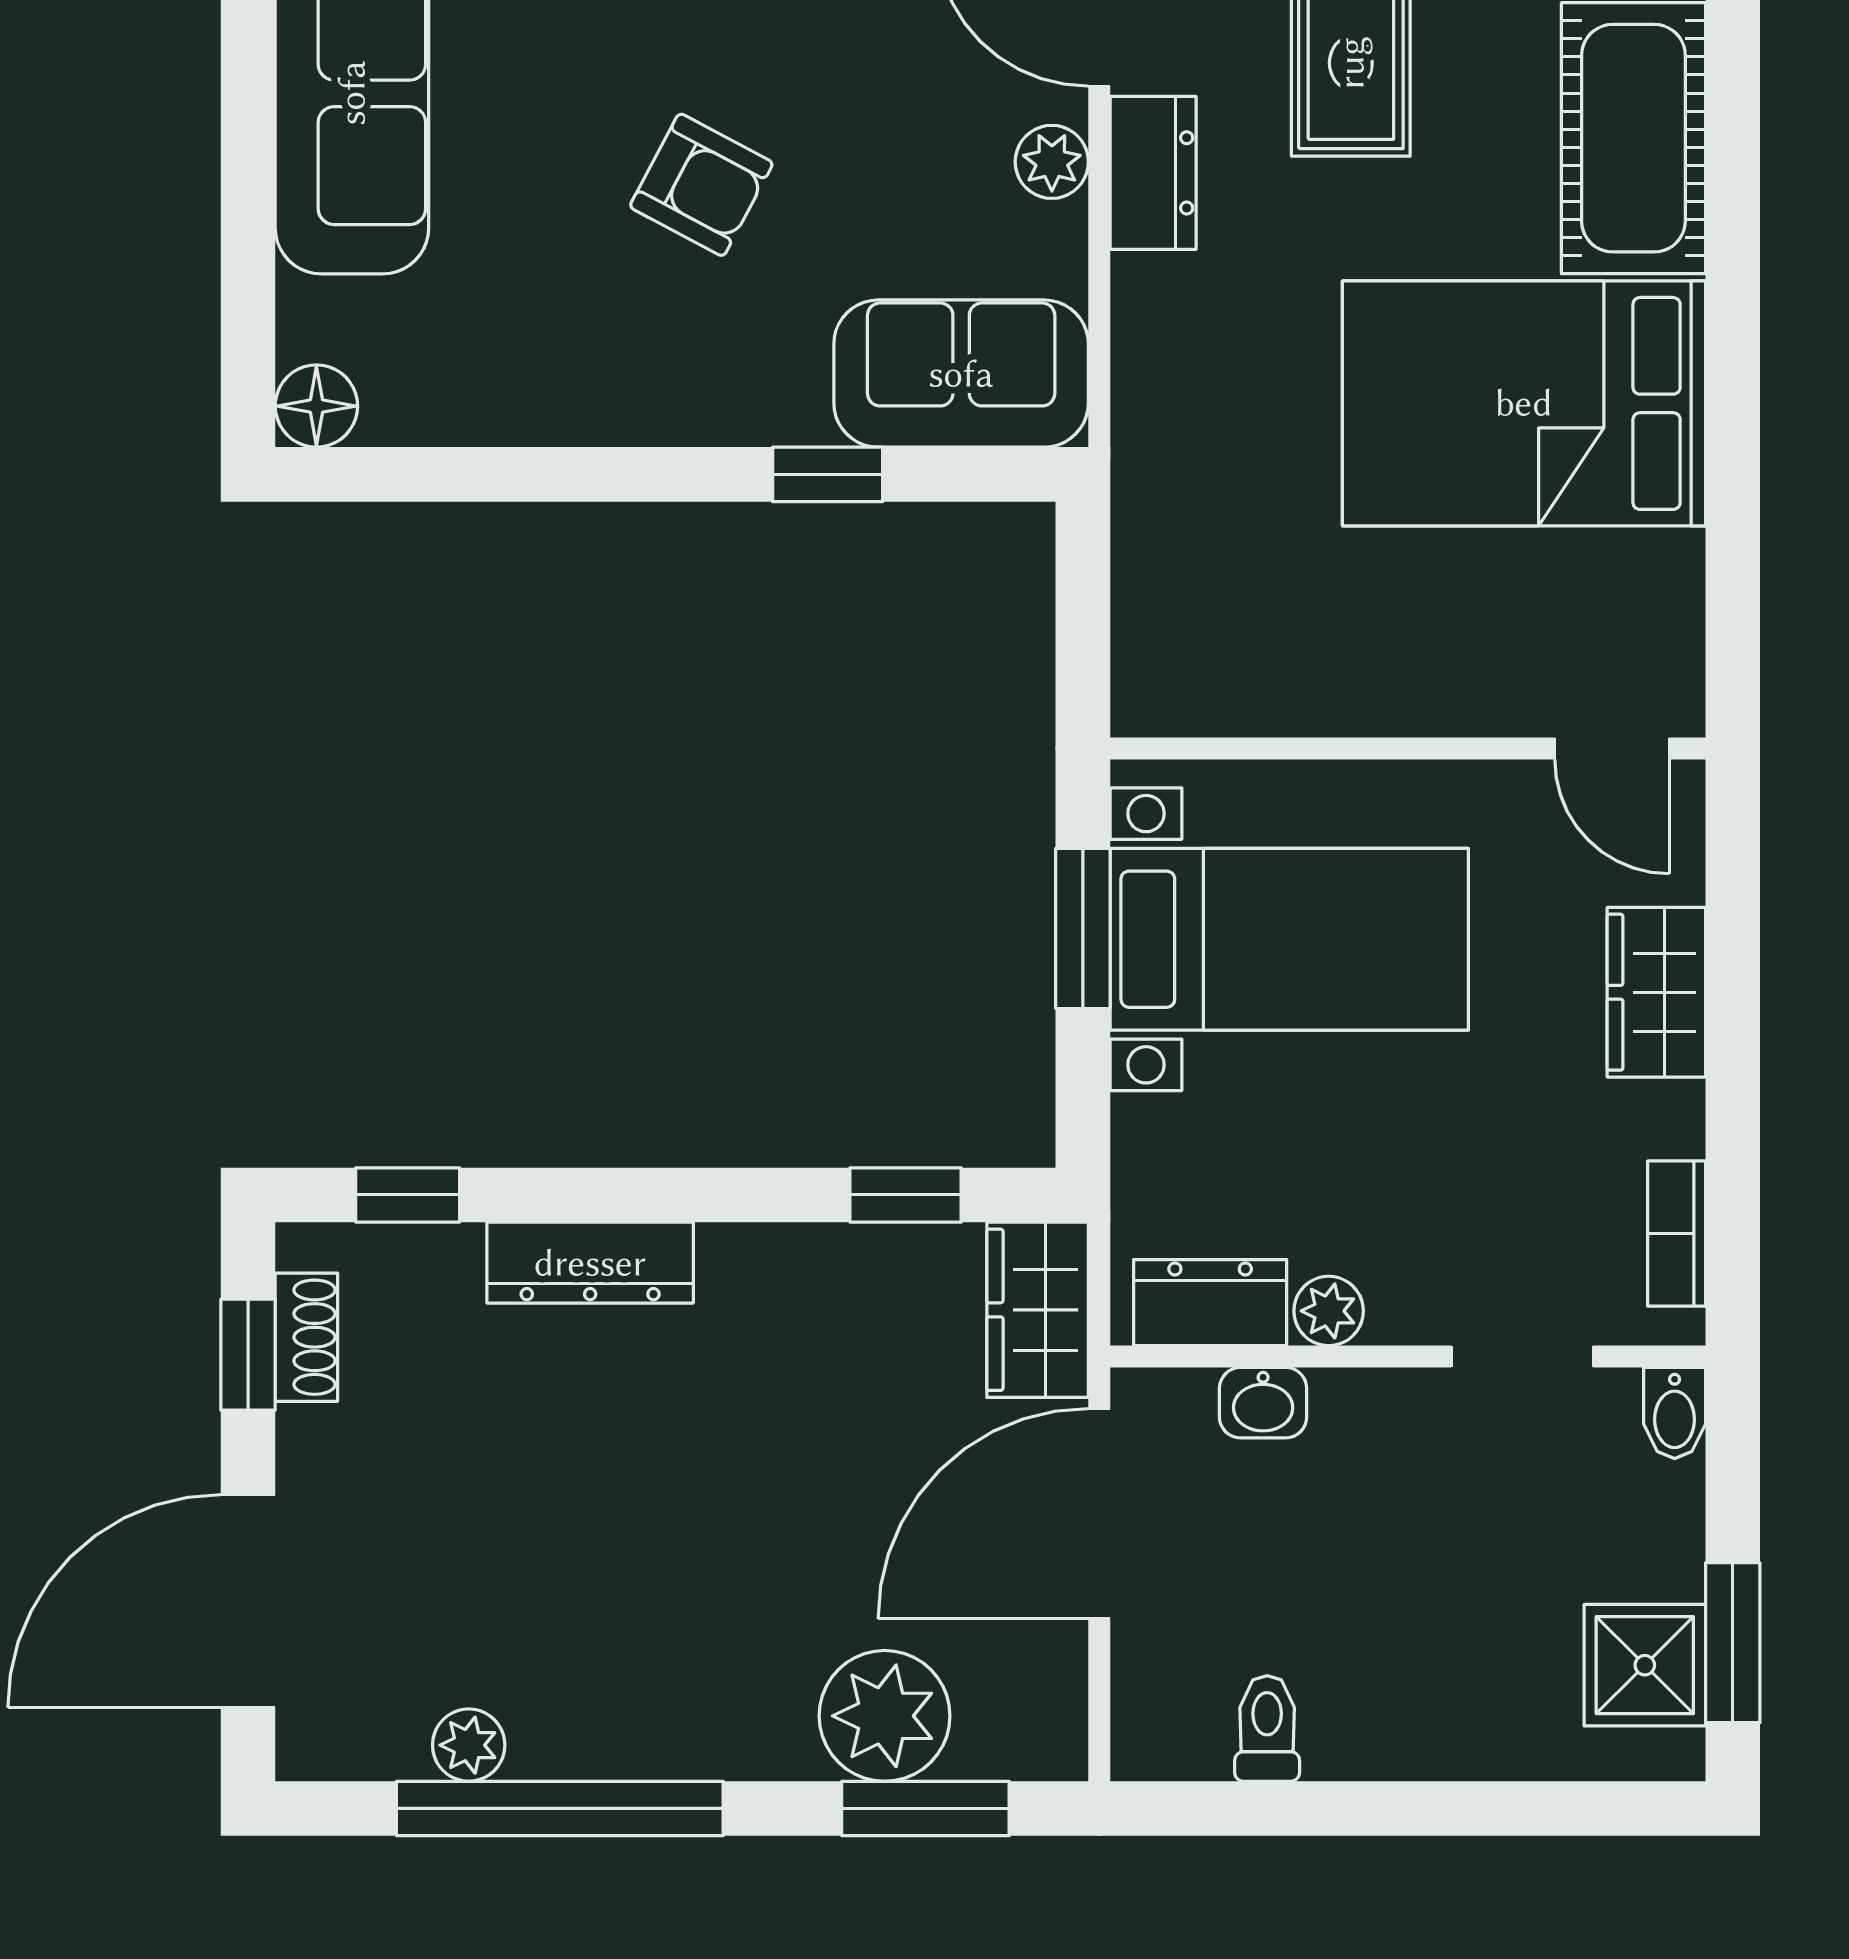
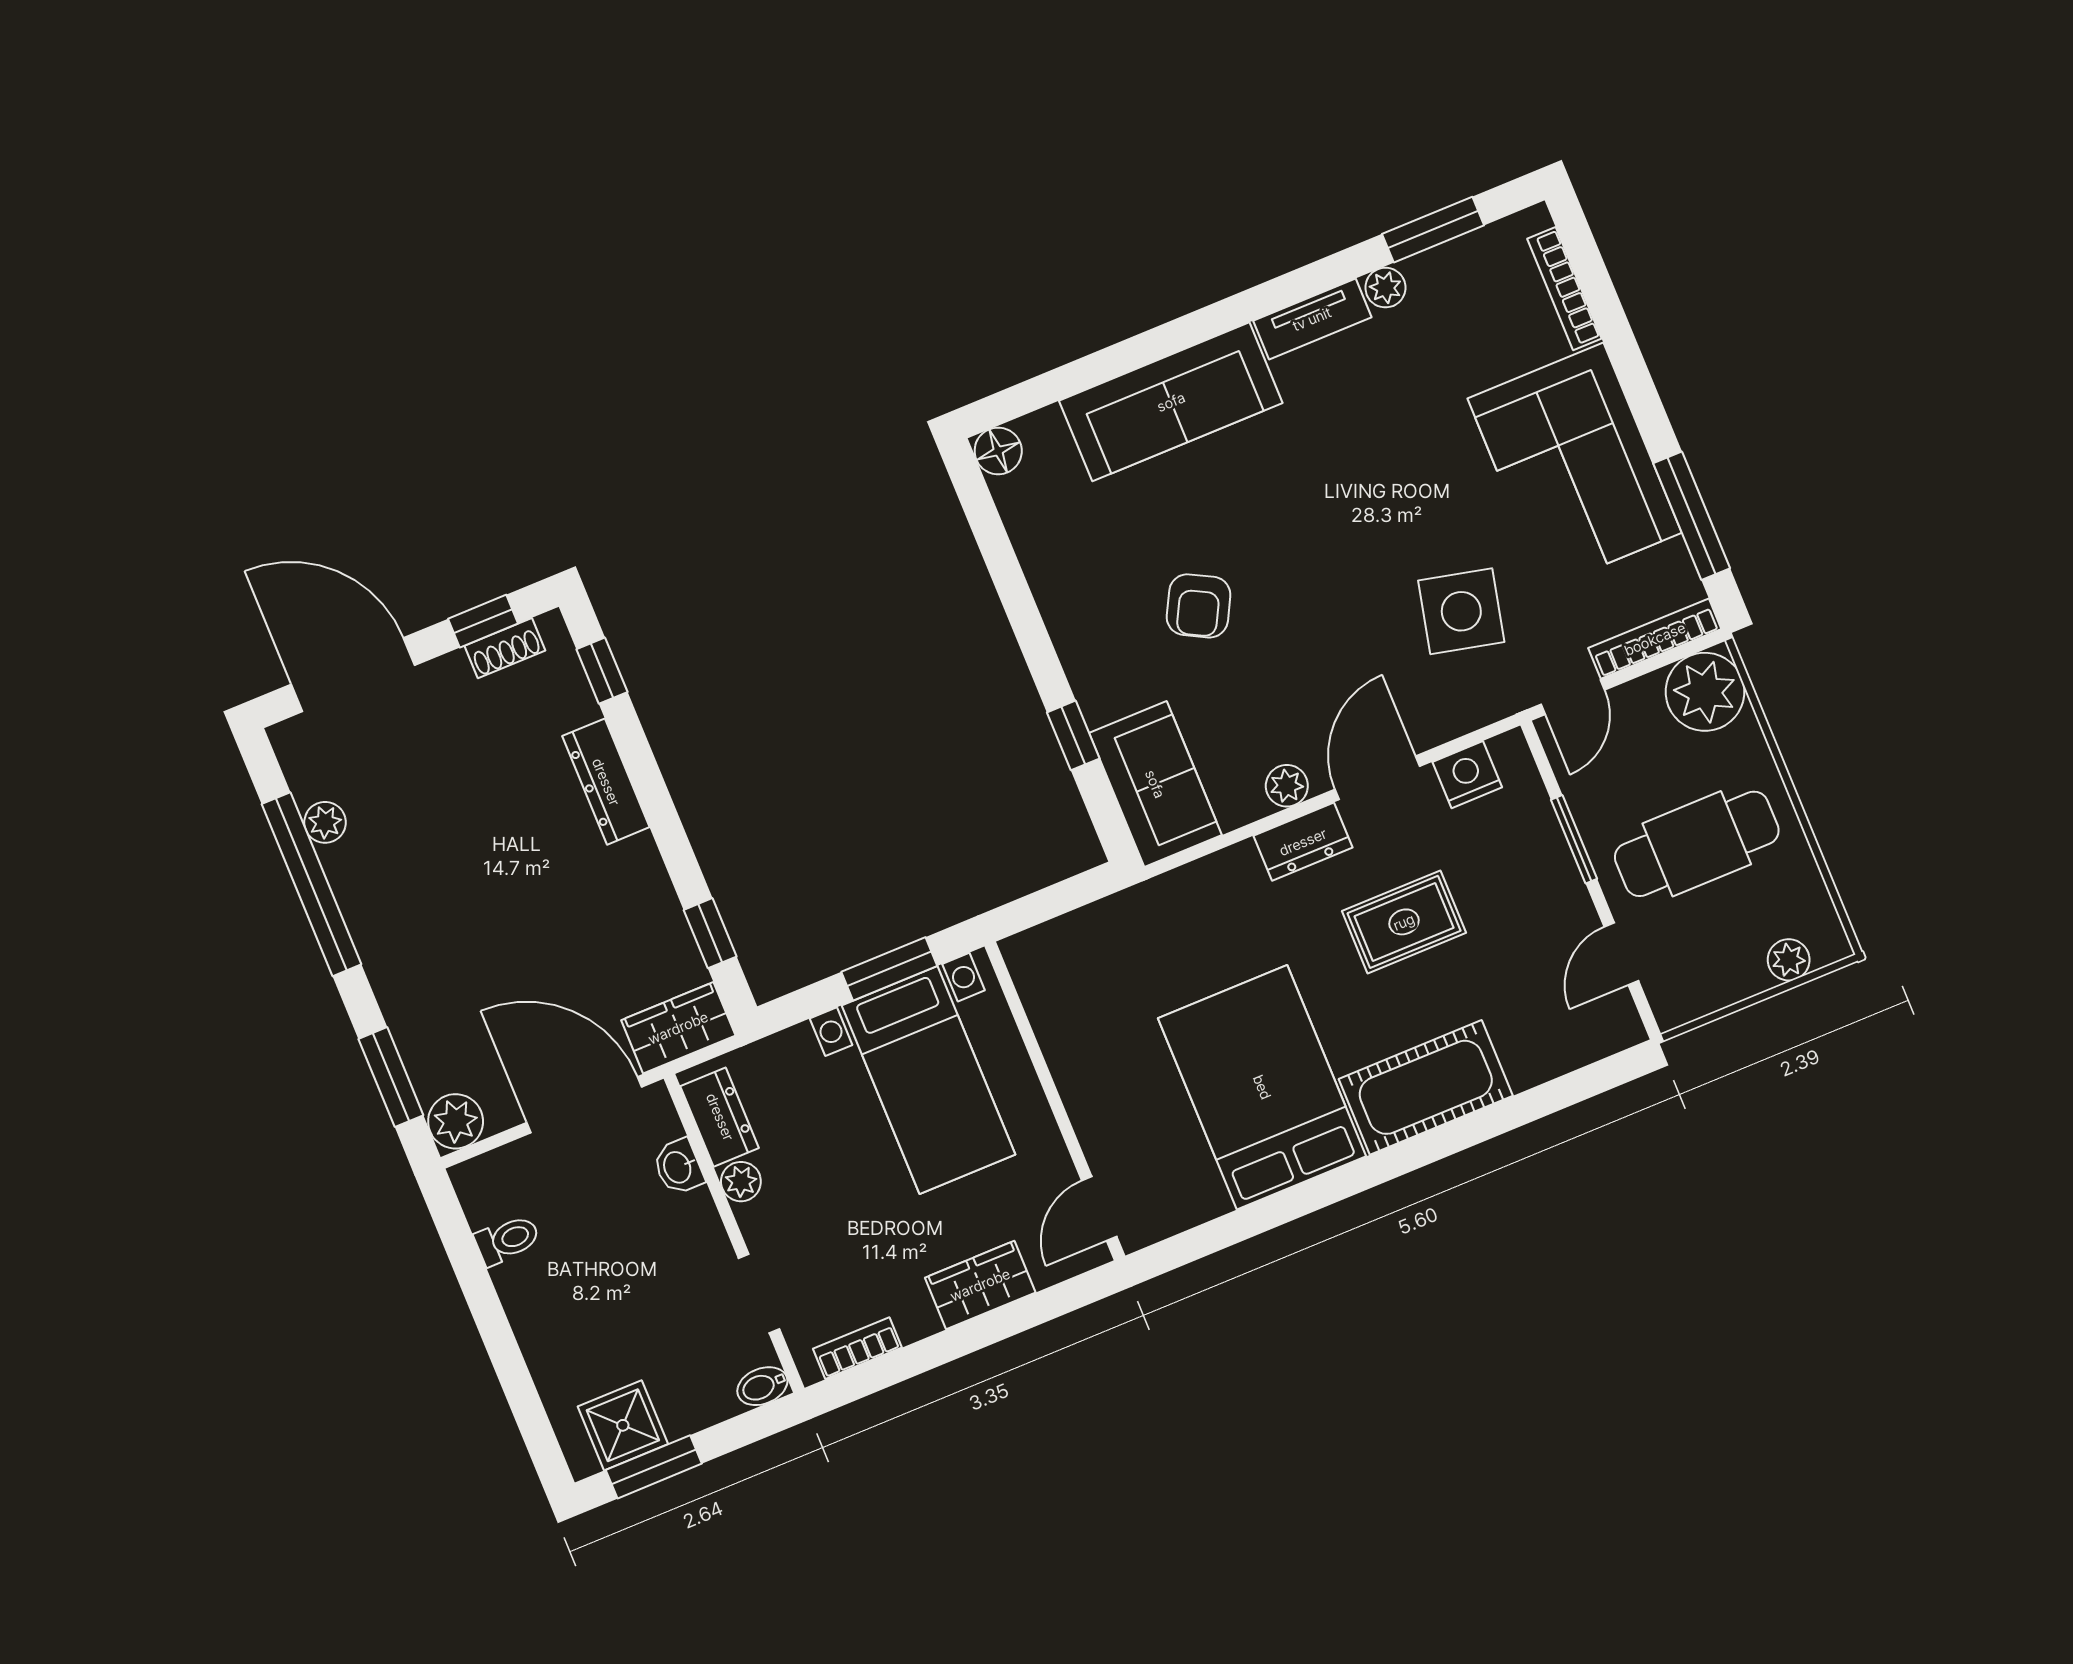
plant: (885, 1716) -> (456, 1121), moved, width x0.73, depth x0.73

